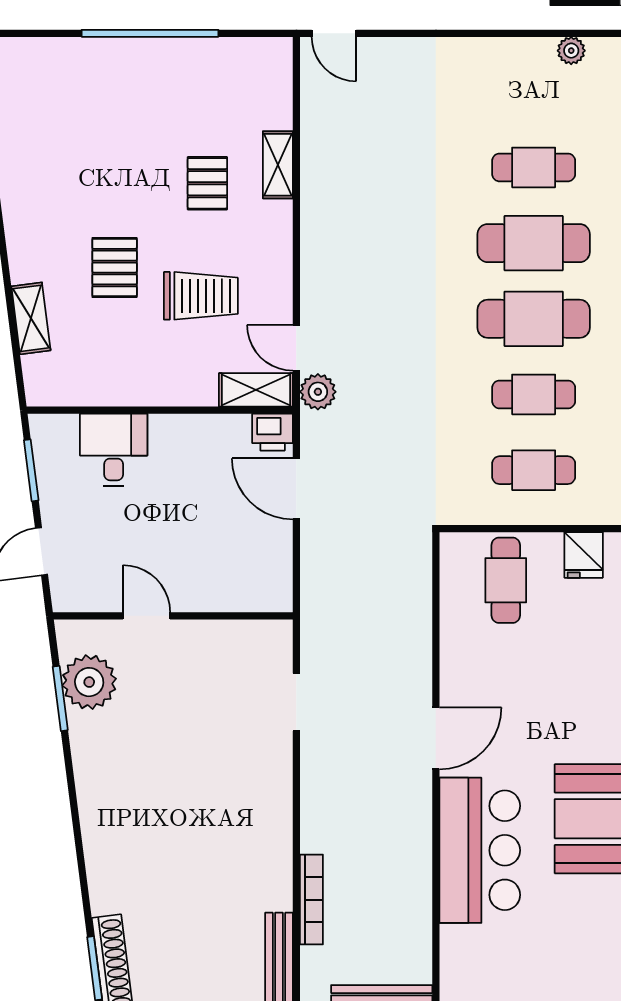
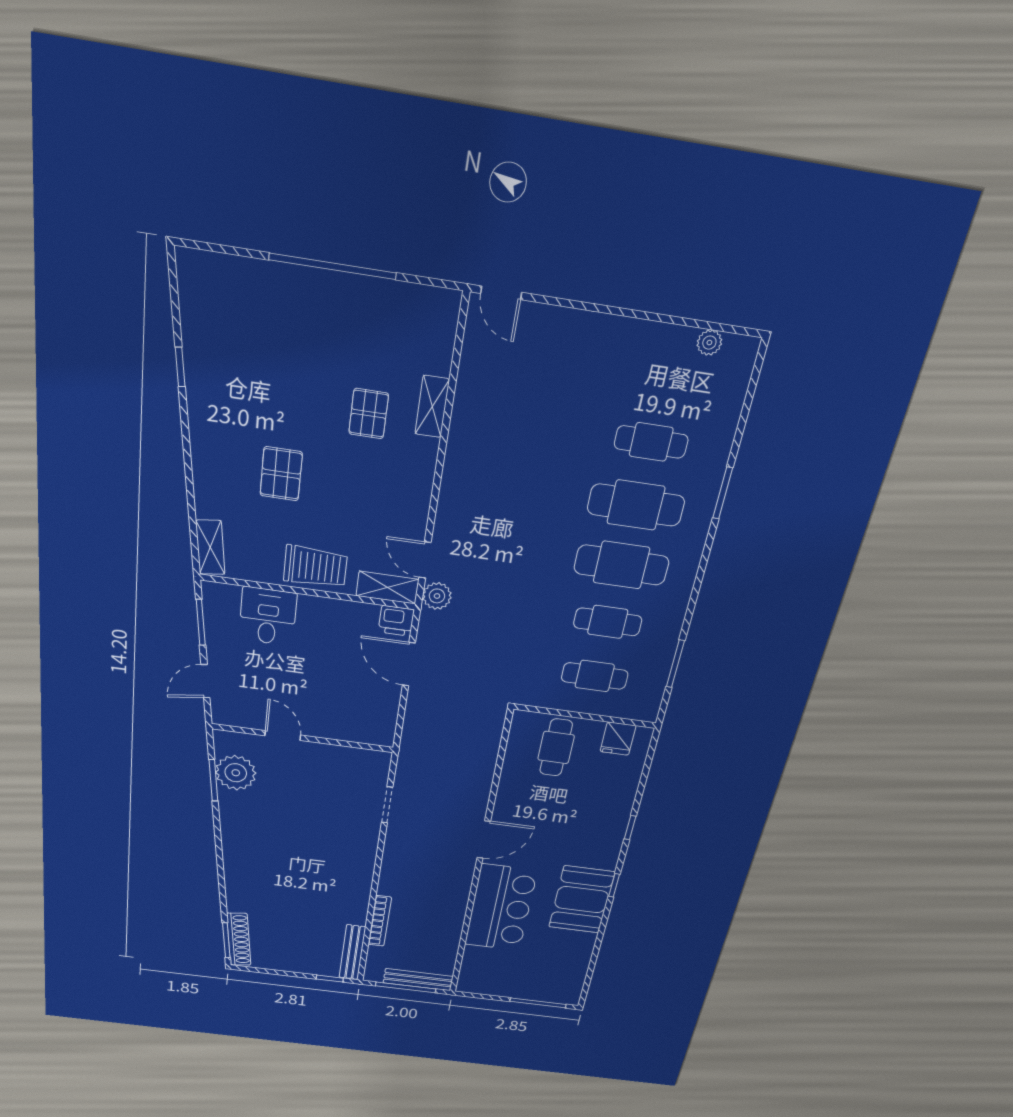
trolley: (201, 296) -> (315, 567), moved
shelving: (31, 318) -> (210, 547), moved

